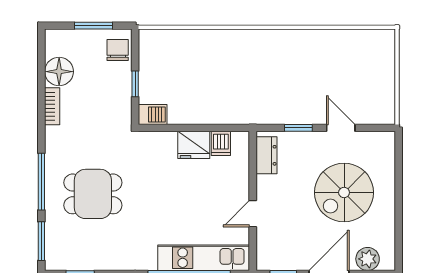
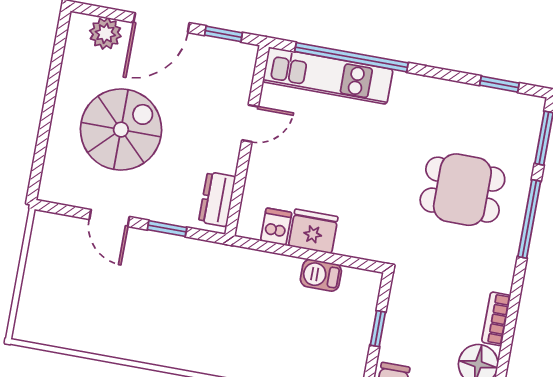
barbecue: (153, 115) -> (321, 275), moved

